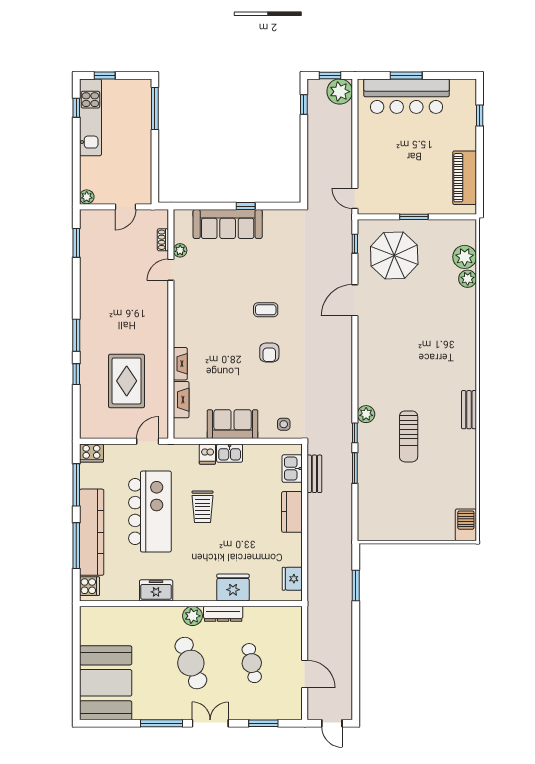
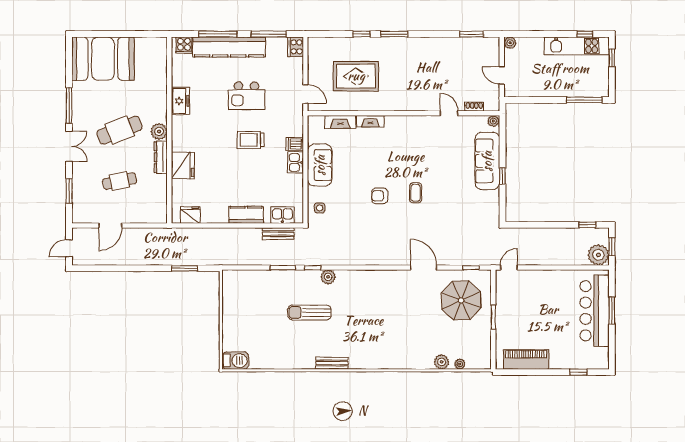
plant: (180, 250) -> (493, 121), moved
plant: (465, 257) -> (460, 364), width x0.53, depth x0.53
kitchen island: (150, 512) -> (246, 96), width x0.54, depth x0.78

